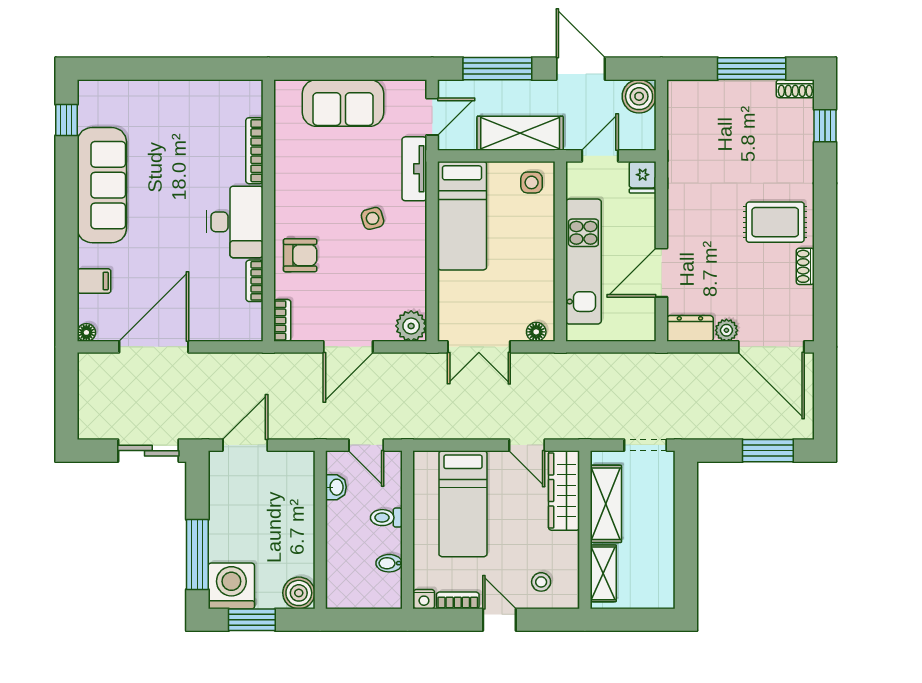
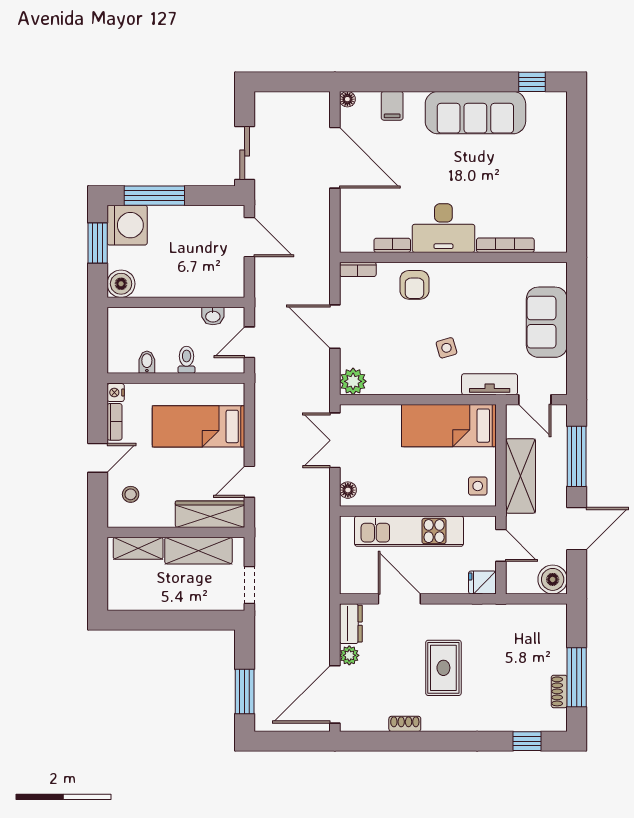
shoe rack: (795, 89) -> (559, 691), moved
rug: (775, 222) -> (443, 668), moved

